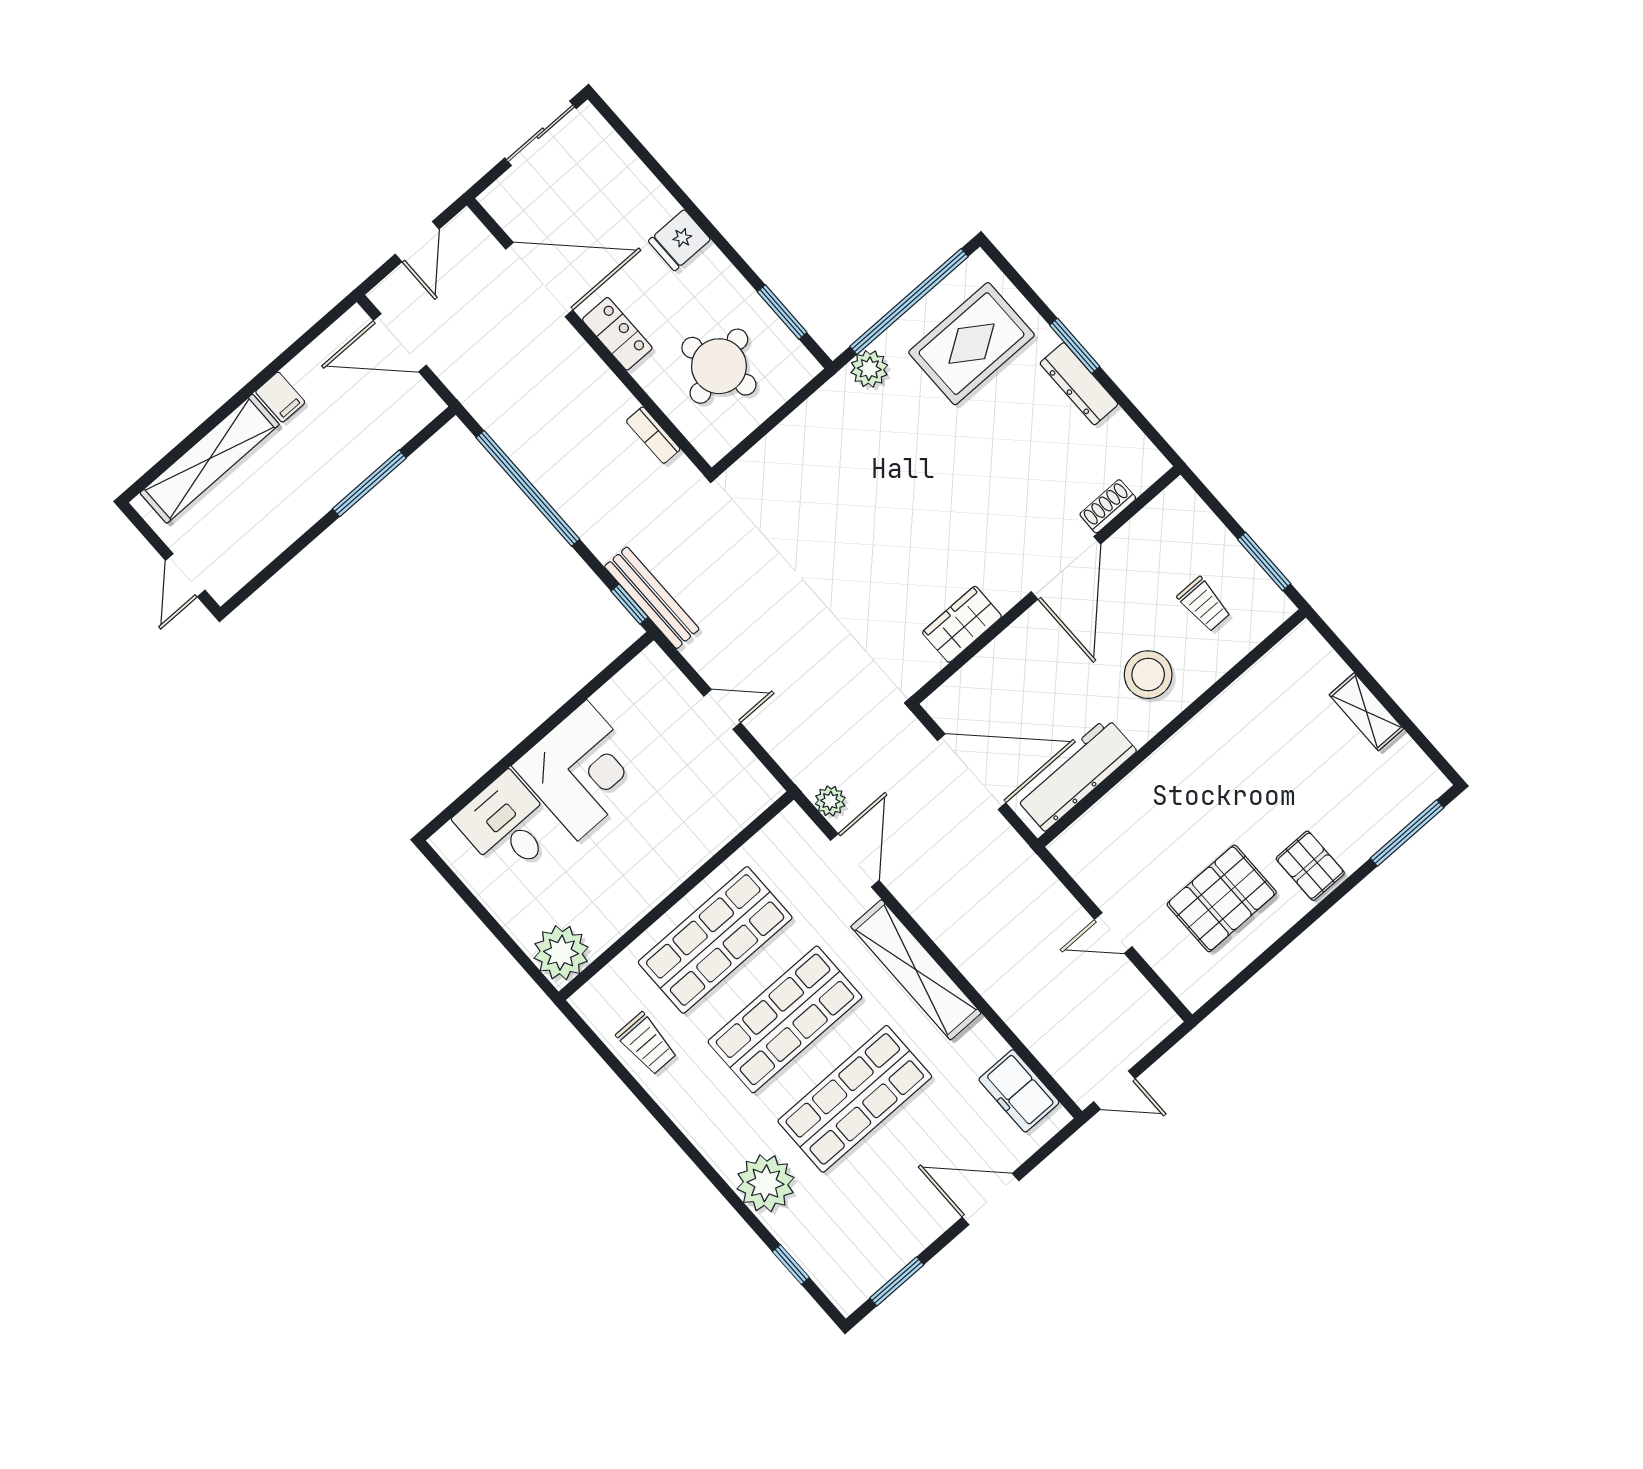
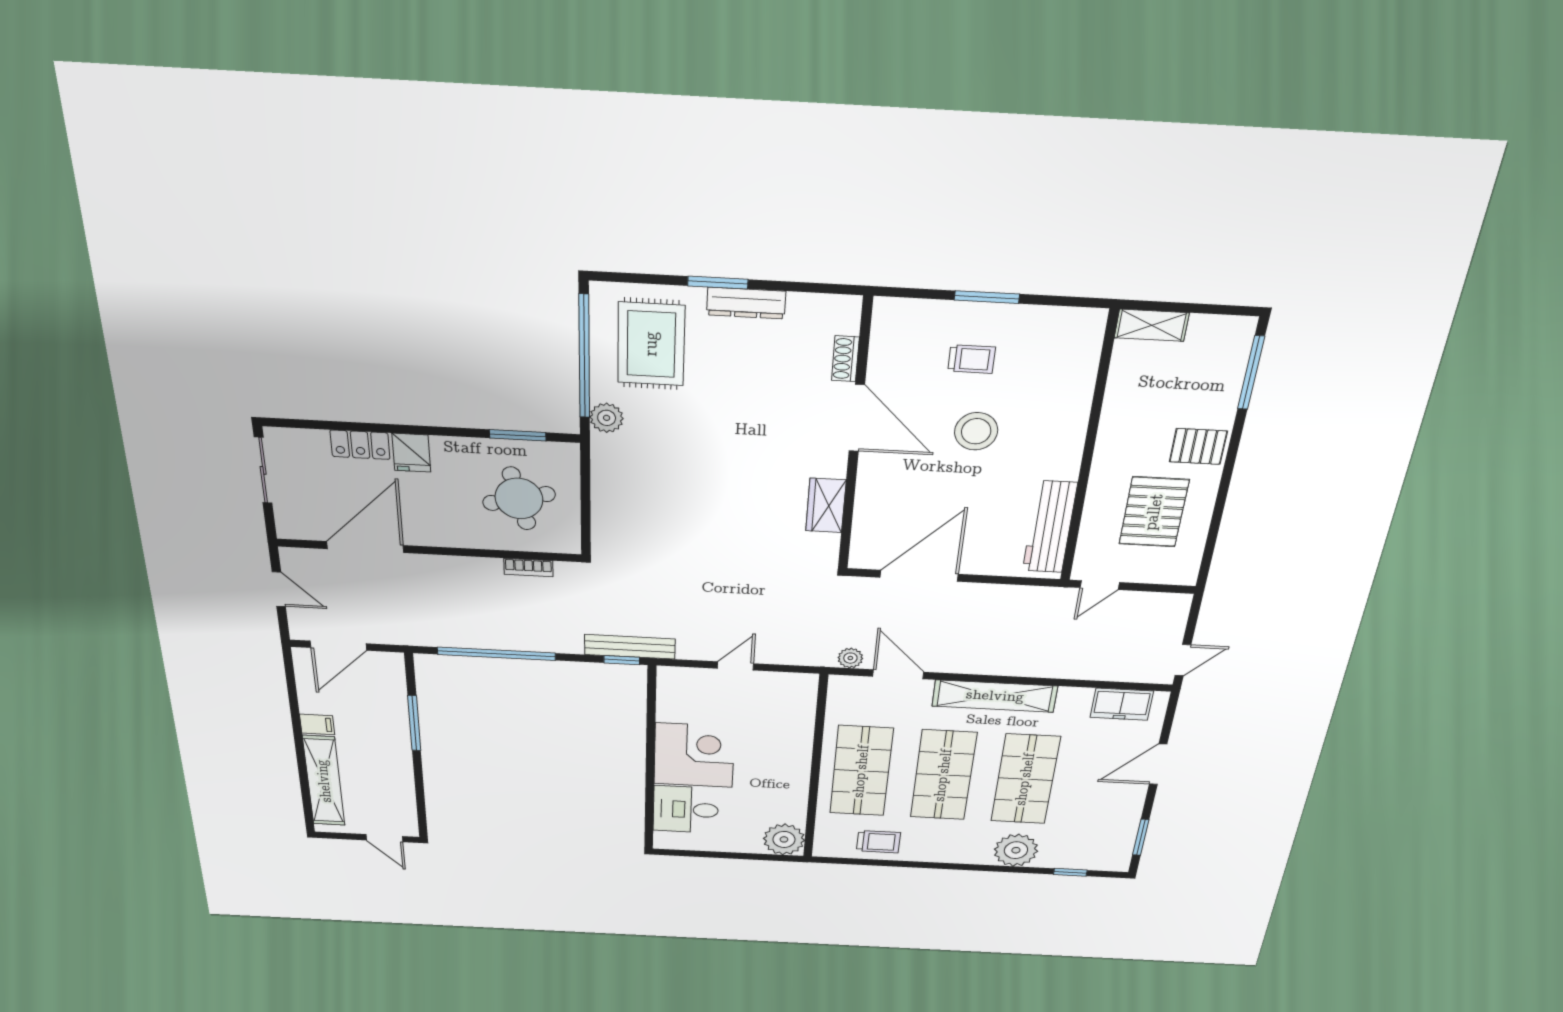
locker: (617, 334) -> (360, 445), moved, turned 180
wall: (1172, 728) -> (1088, 451), moved
workbench: (1076, 774) -> (1050, 527), moved

